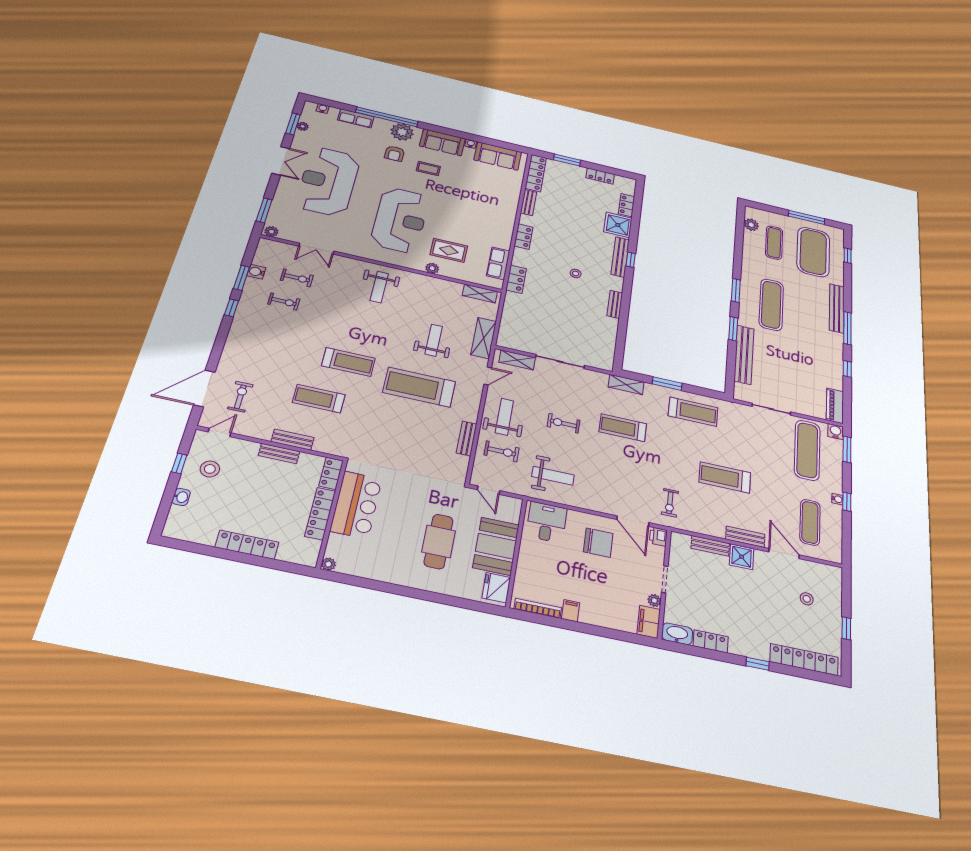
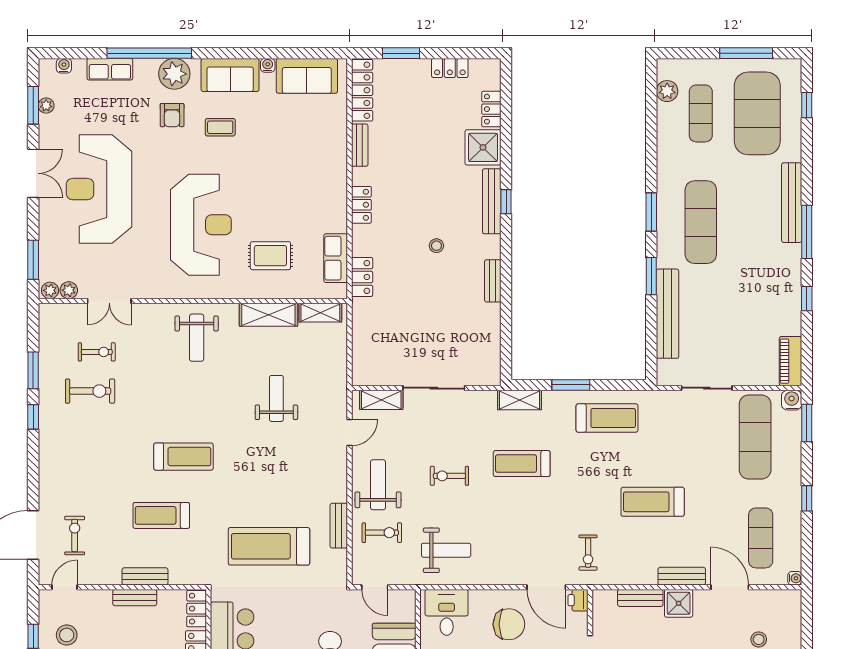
plant: (432, 268) -> (69, 290), moved
water cooler: (256, 272) -> (48, 356), removed
exercise bike: (284, 302) -> (90, 391), width x1.38, depth x1.39
shelving: (484, 338) -> (268, 315), moved, turned 90
treadmill: (419, 387) -> (269, 546), moved
water cooler: (837, 499) -> (795, 578), moved

